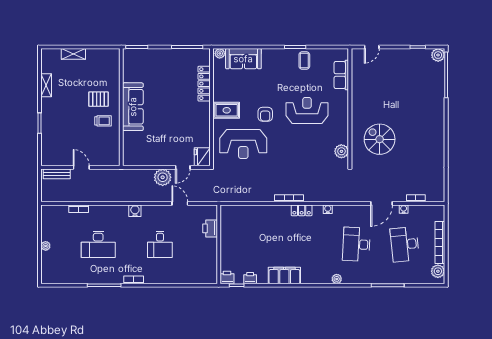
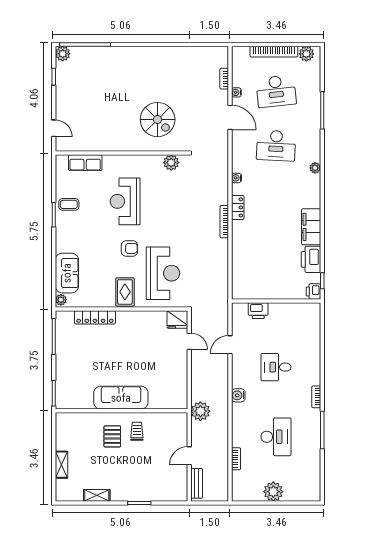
spiral stairs: (380, 139) -> (158, 120), turned -90
plant: (163, 177) -> (200, 411), moved
desk: (160, 244) -> (276, 367), turned 180
plant: (46, 246) -> (273, 492), width x1.88, depth x1.88
printer: (250, 278) -> (311, 259), width x1.87, depth x1.48

